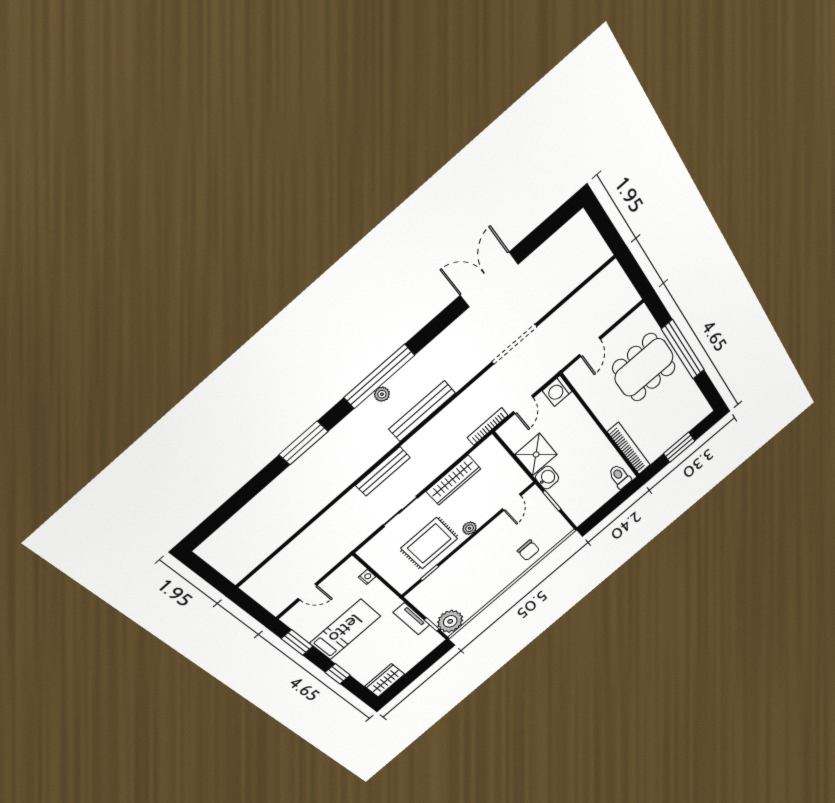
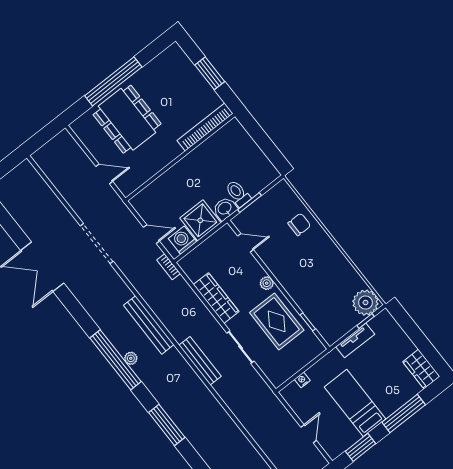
washing machine: (557, 391) -> (183, 240), moved, turned 180
bookcase: (488, 427) -> (169, 267), width x0.64
toilet: (620, 477) -> (238, 193), moved, turned 90
window: (338, 674) -> (404, 413), width x2.17

